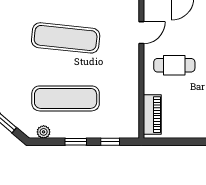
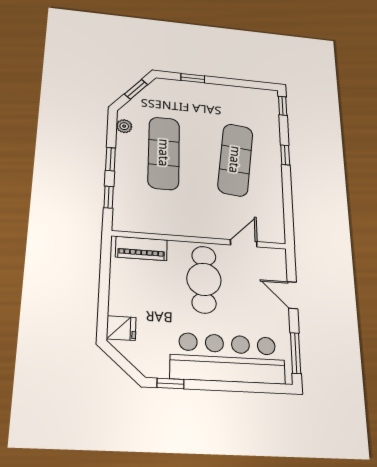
door: (141, 33) -> (244, 243), swing flipped
cafe table: (174, 65) -> (204, 279), width x1.37, depth x1.35

